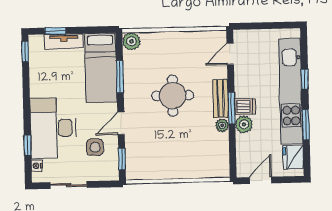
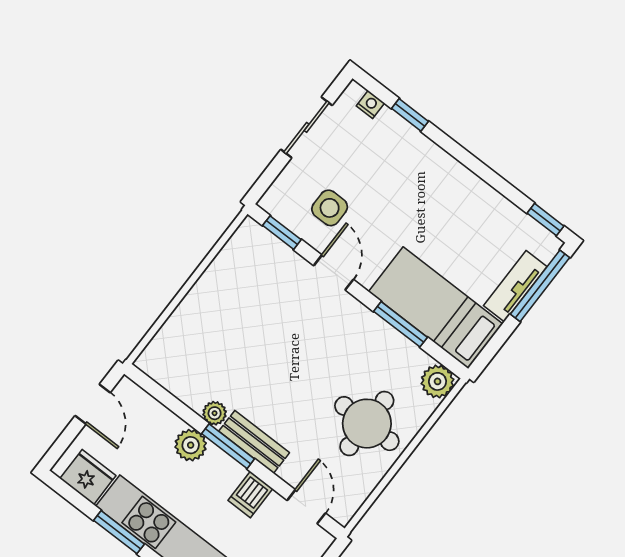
window: (55, 31) -> (540, 286), width x2.17
round table: (173, 96) -> (367, 424), moved
dishwasher: (245, 107) -> (250, 495), moved
desk: (53, 128) -> (405, 171), removed

